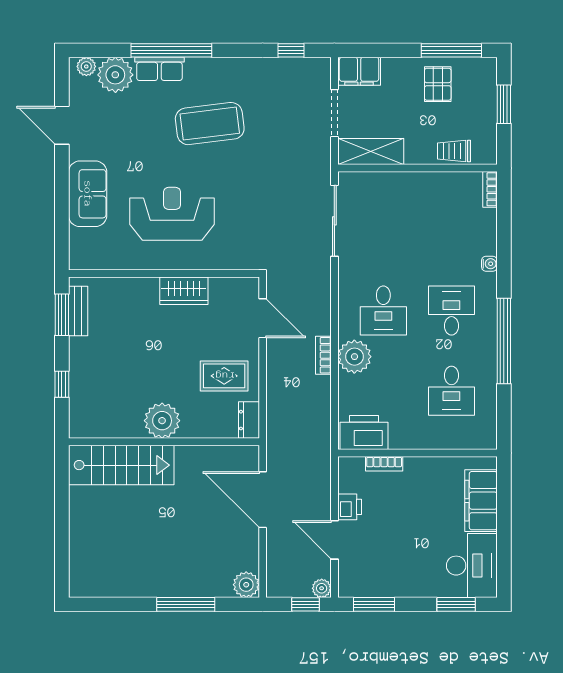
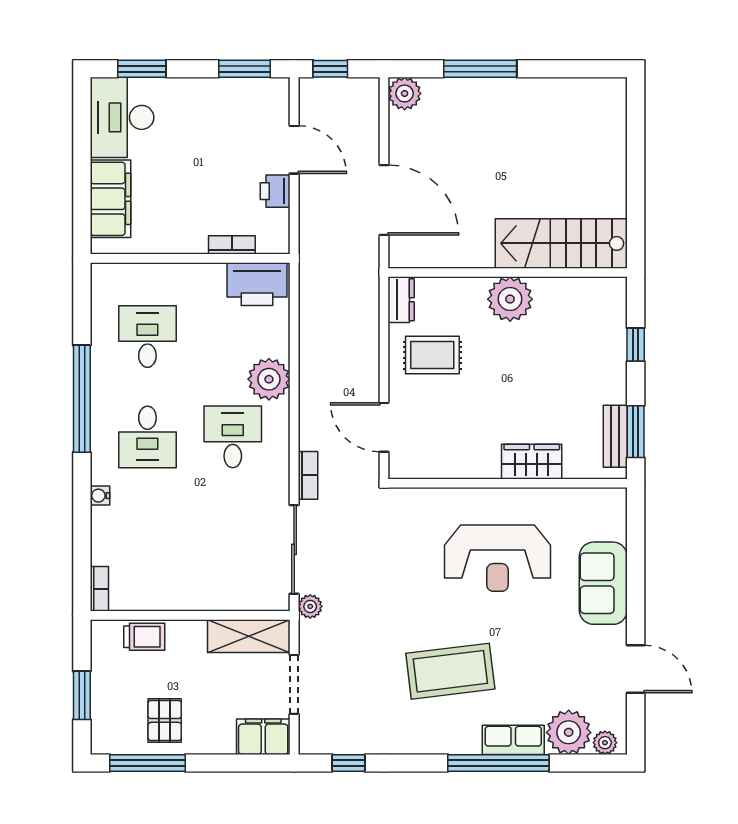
wardrobe: (184, 291) -> (532, 462), moved
bookcase: (323, 355) -> (308, 475), moved
plant: (322, 588) -> (310, 606), moved

